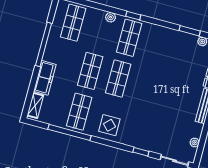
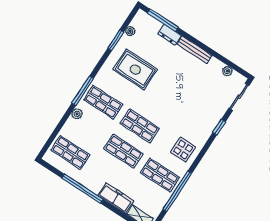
window: (133, 16) -> (83, 91), width x2.17
rug: (169, 57) -> (135, 69), added

